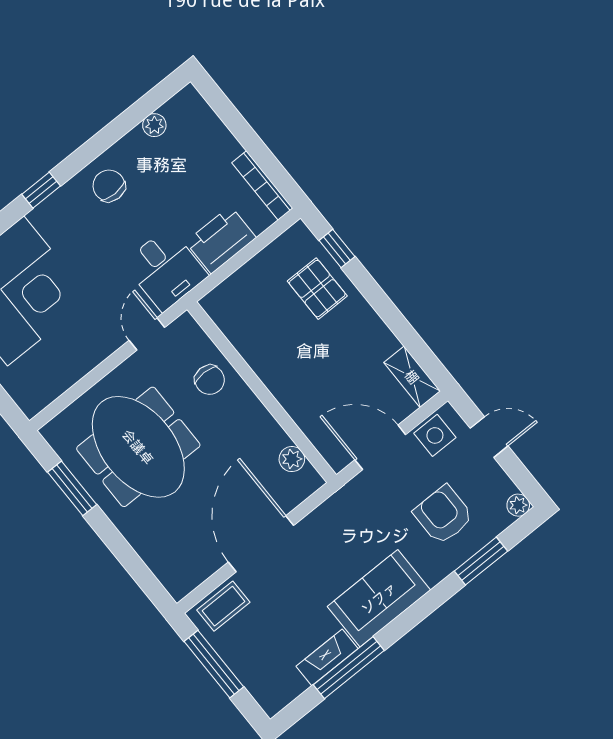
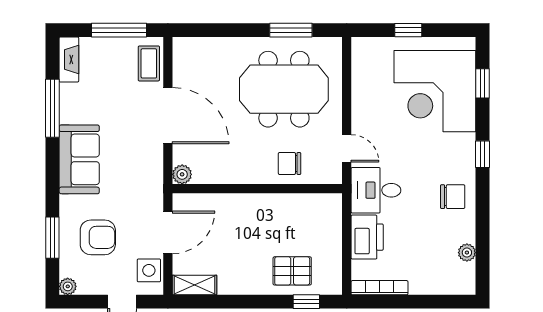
plant: (292, 459) -> (182, 174), moved
fireplace: (327, 657) -> (69, 60), moved

